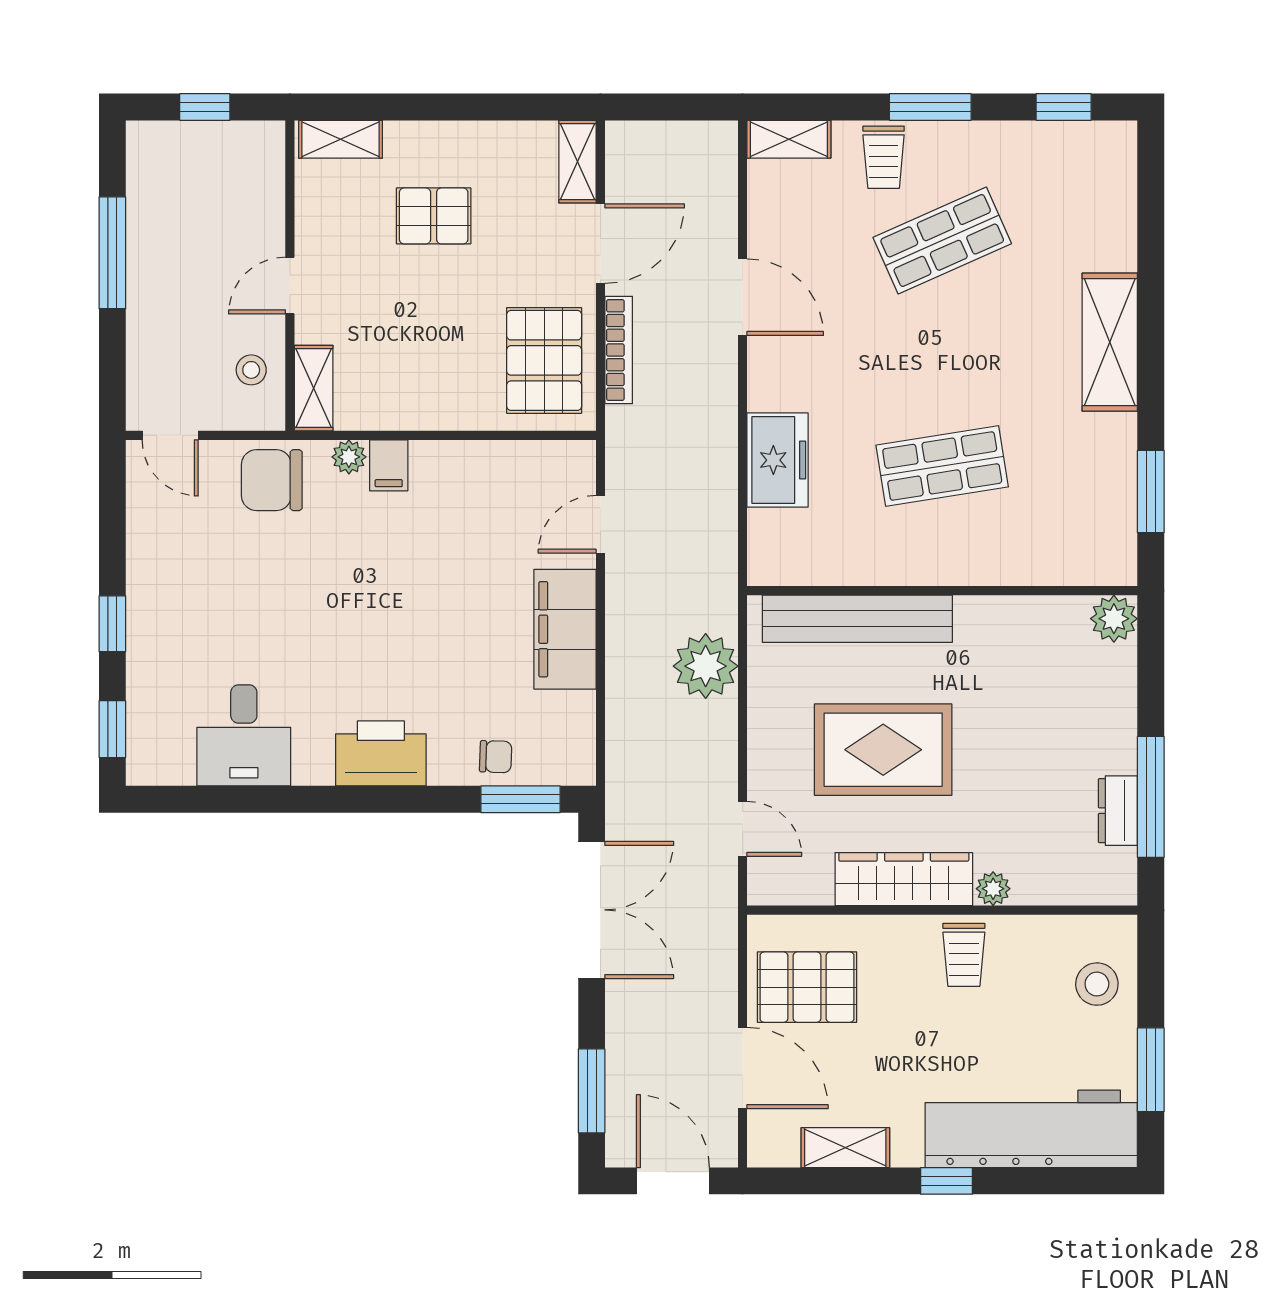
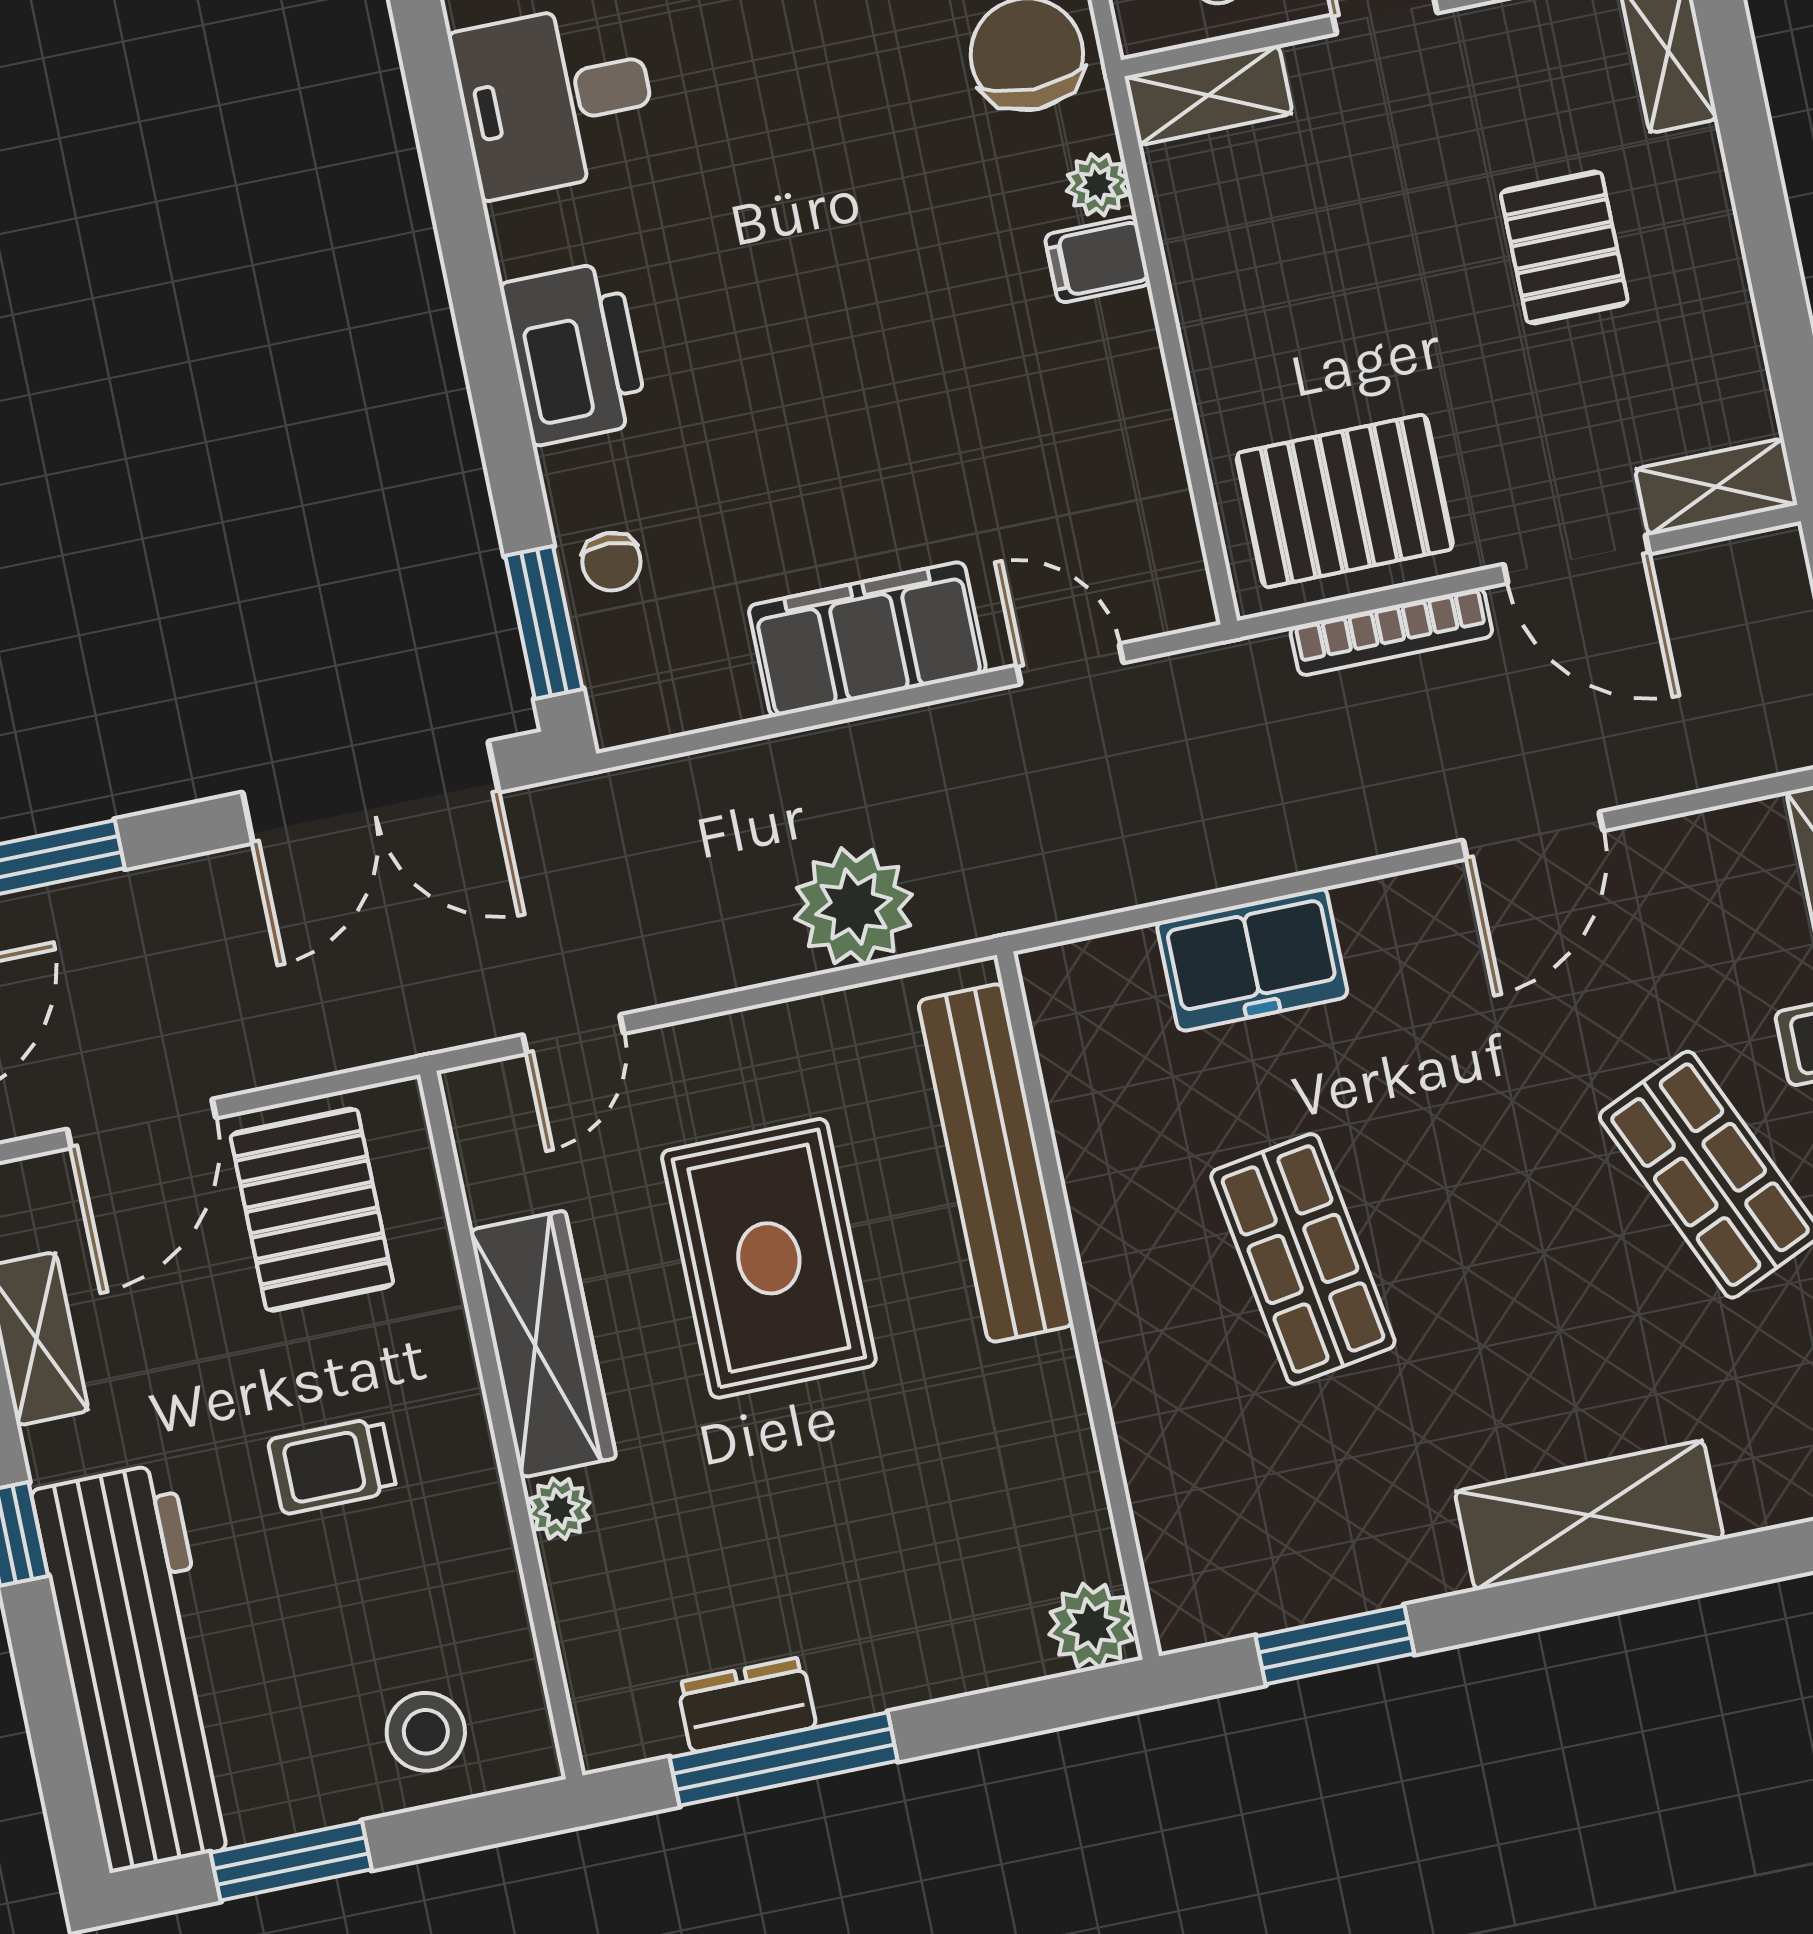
trolley: (964, 955) -> (332, 1466), moved

